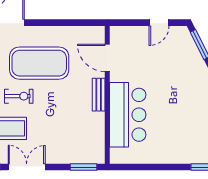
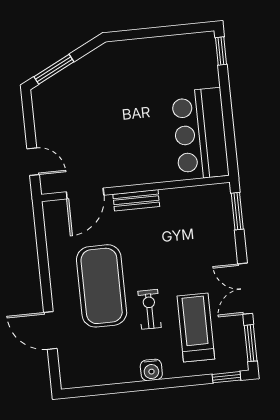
door: (159, 23) -> (33, 162), moved
bar counter: (128, 115) -> (200, 134), moved, turned -90

